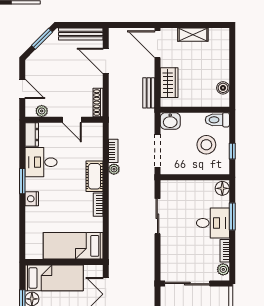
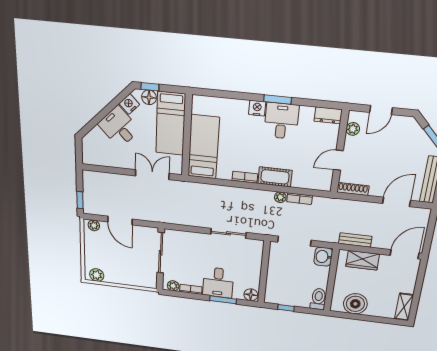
shelving: (193, 35) -> (404, 307), moved
boiler: (223, 88) -> (355, 304), width x1.86, depth x1.86
stool: (206, 145) -> (295, 286), removed
desk: (41, 162) -> (281, 121), moved

